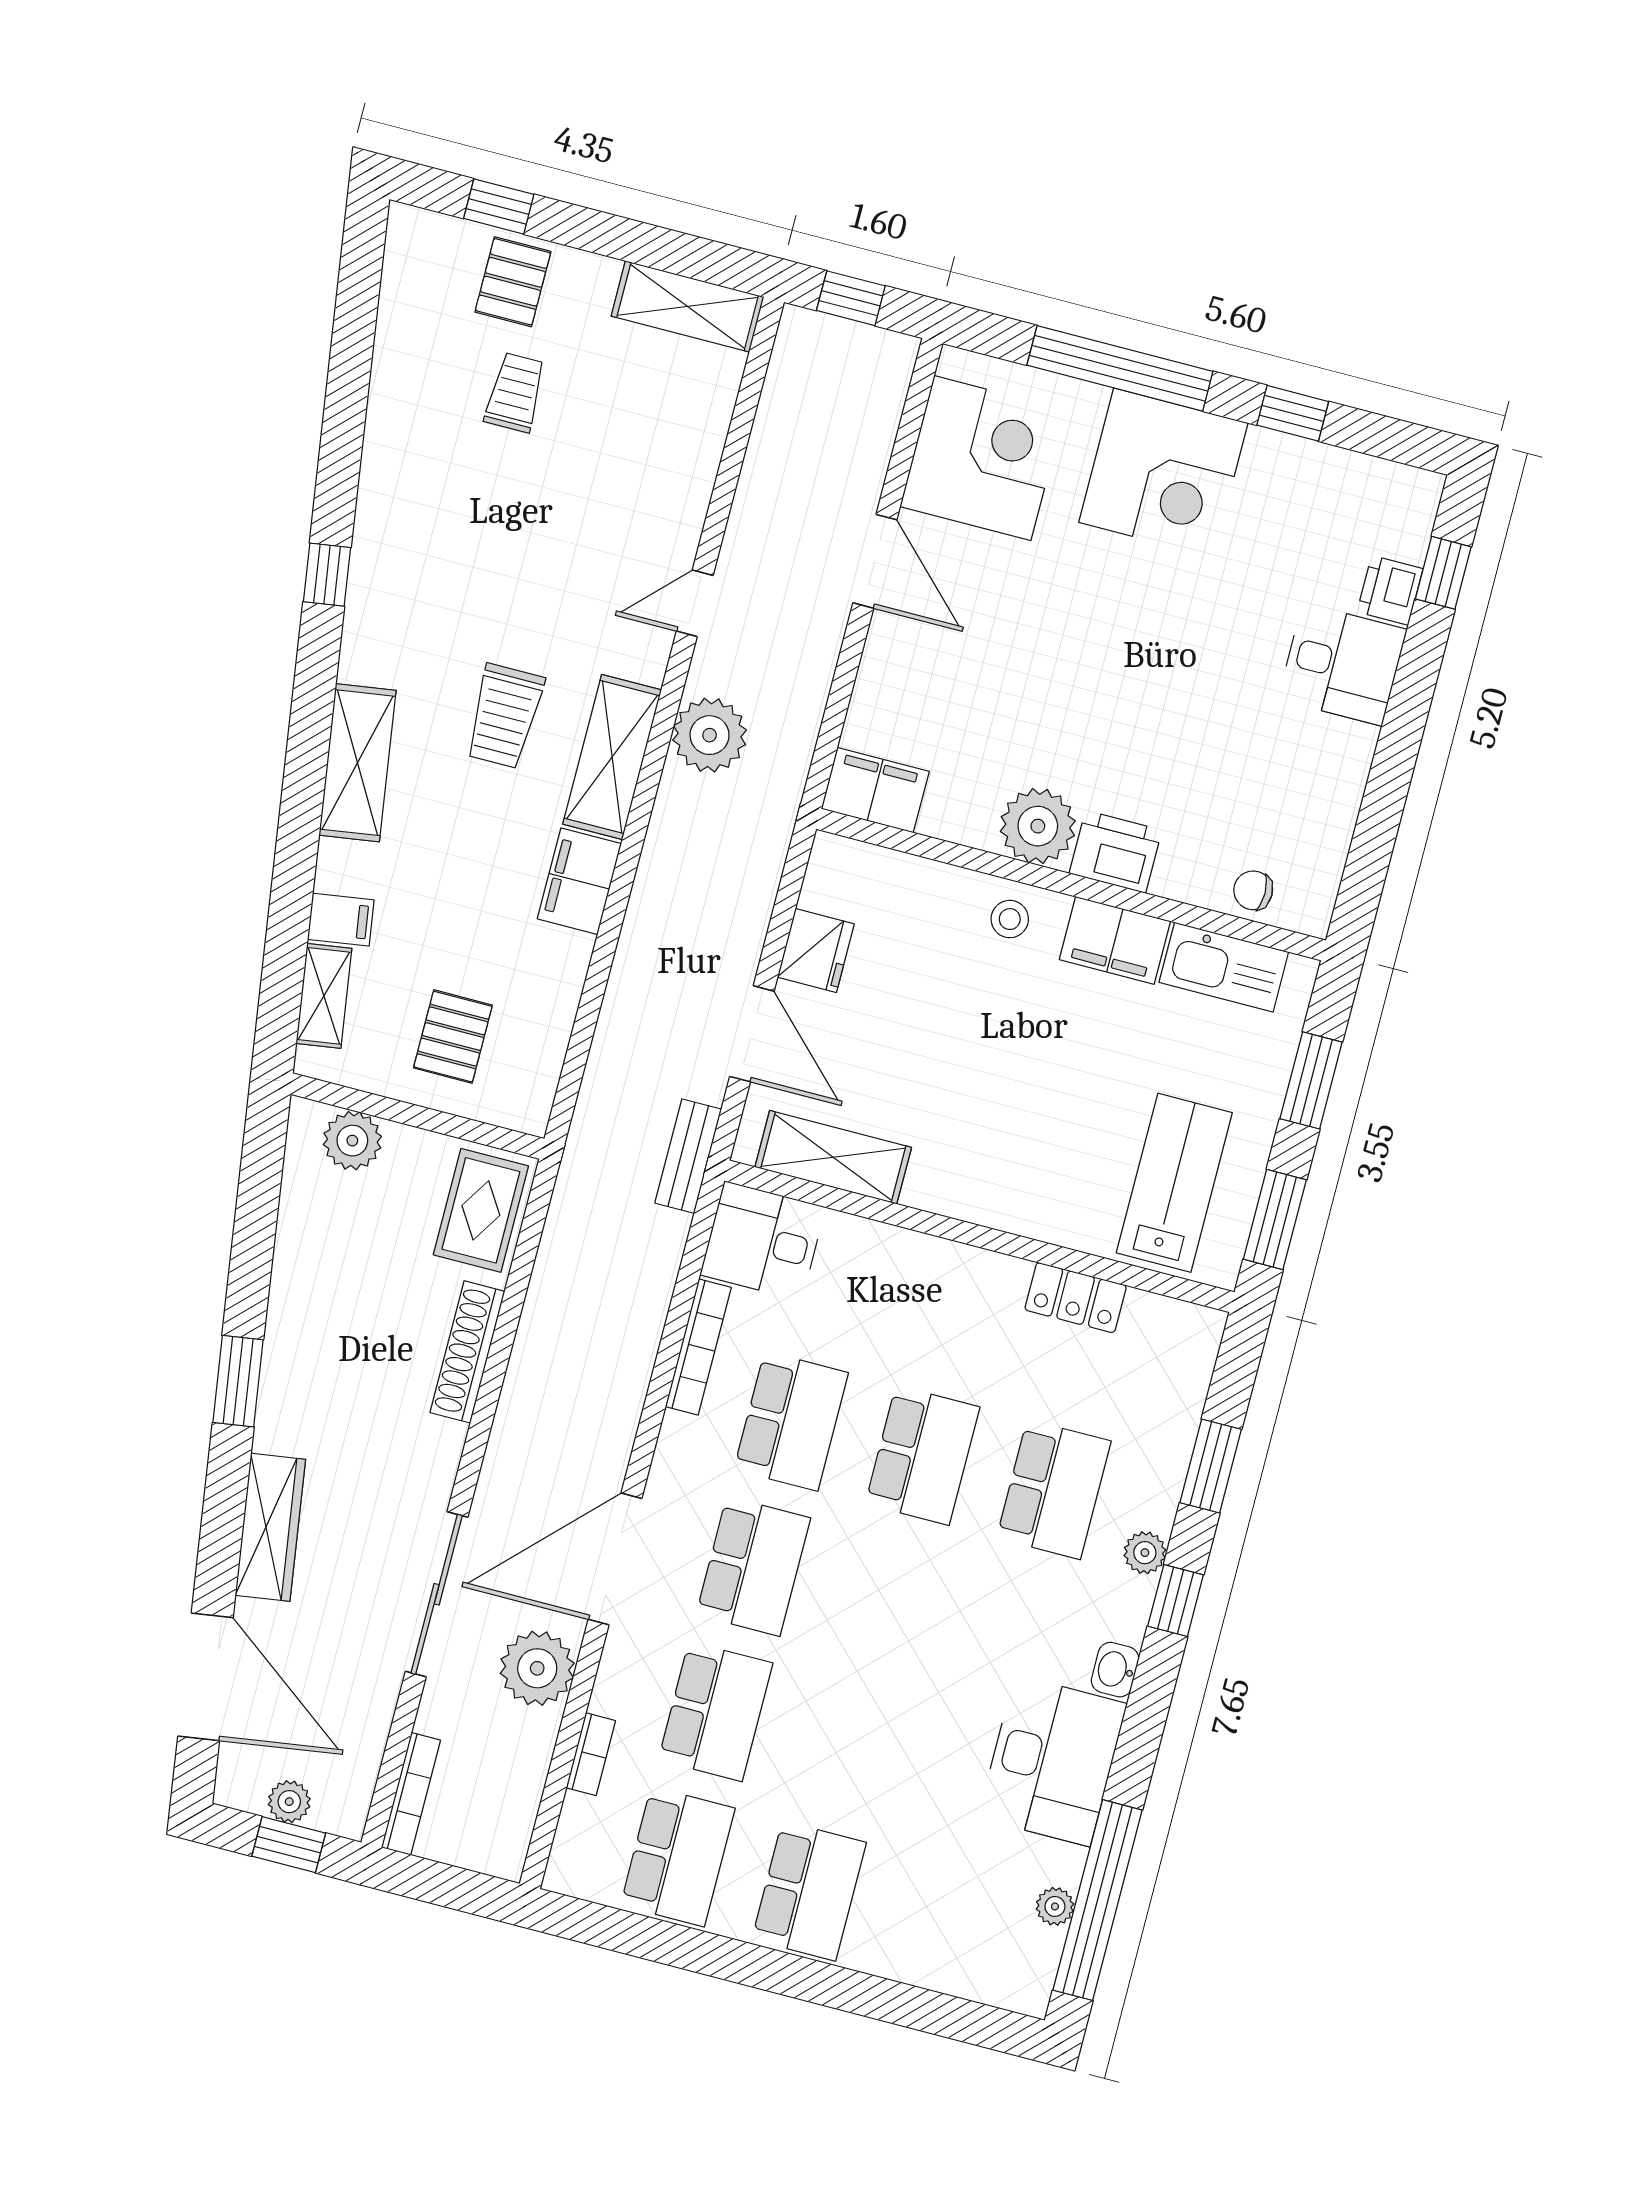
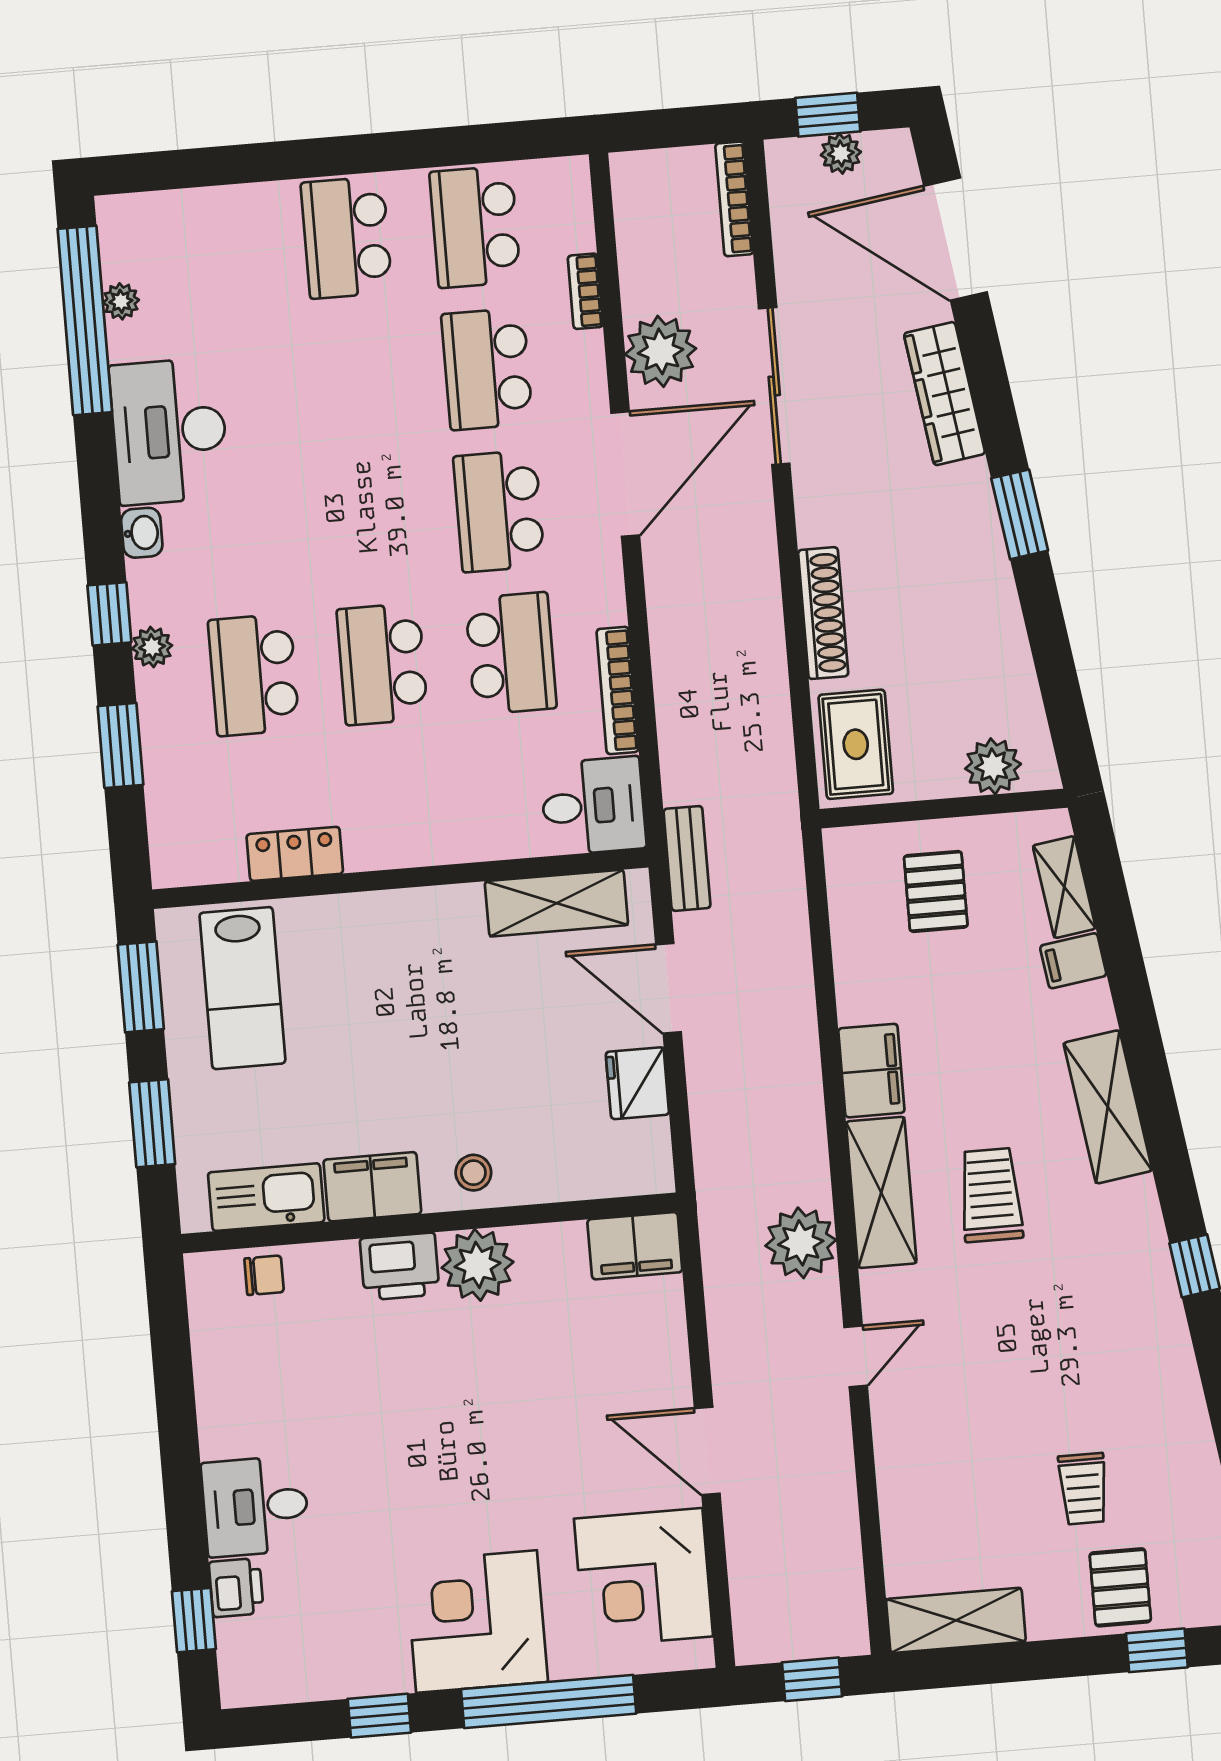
school desk: (791, 1421) -> (511, 653), turned 180

